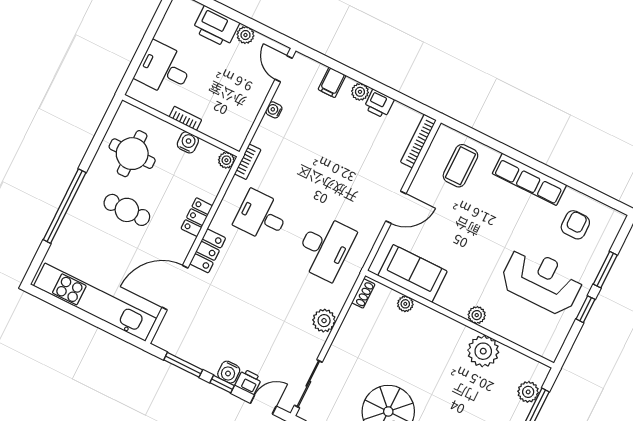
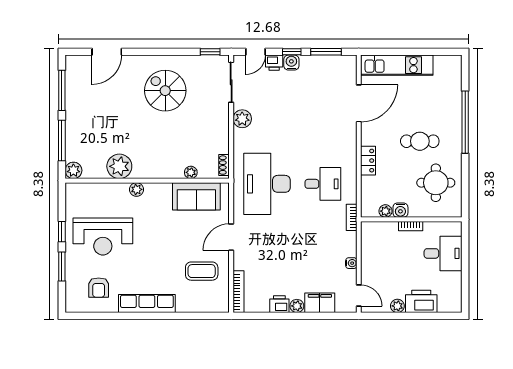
filing cabinet: (332, 82) -> (320, 303), width x2.00
plant: (226, 160) -> (385, 211), moved
coffee table: (460, 166) -> (202, 271), moved, turned 90
desk: (325, 248) -> (267, 184), width x1.36, depth x1.30
locker: (208, 251) -> (349, 141), removed
kitchen unit: (95, 302) -> (397, 65), width x0.73
plant: (324, 321) -> (242, 119), moved
plant: (528, 392) -> (73, 170), moved

